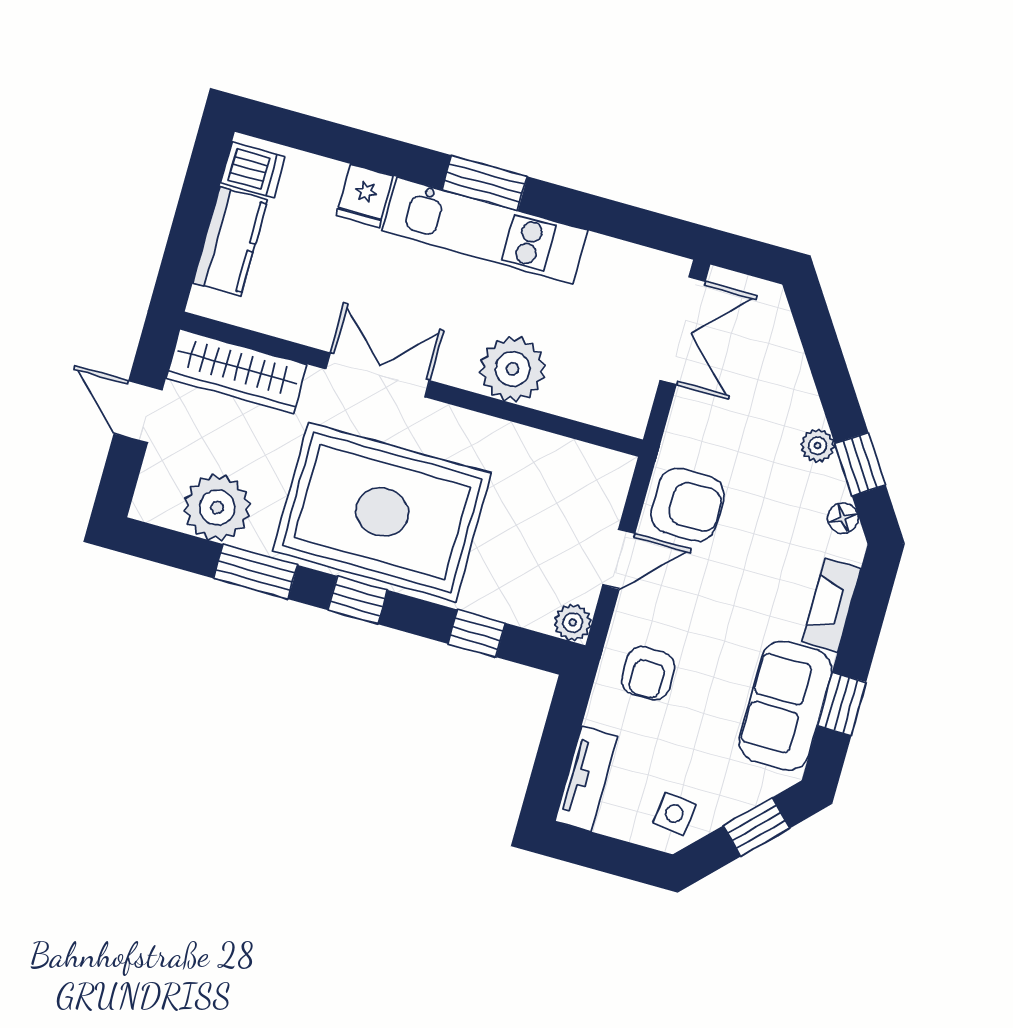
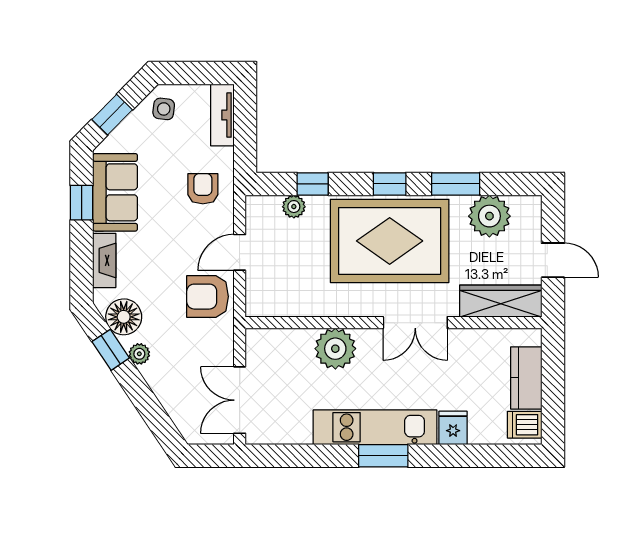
floor lamp: (843, 518) -> (124, 317), width x1.89, depth x1.89
plant: (573, 623) -> (294, 207), moved

